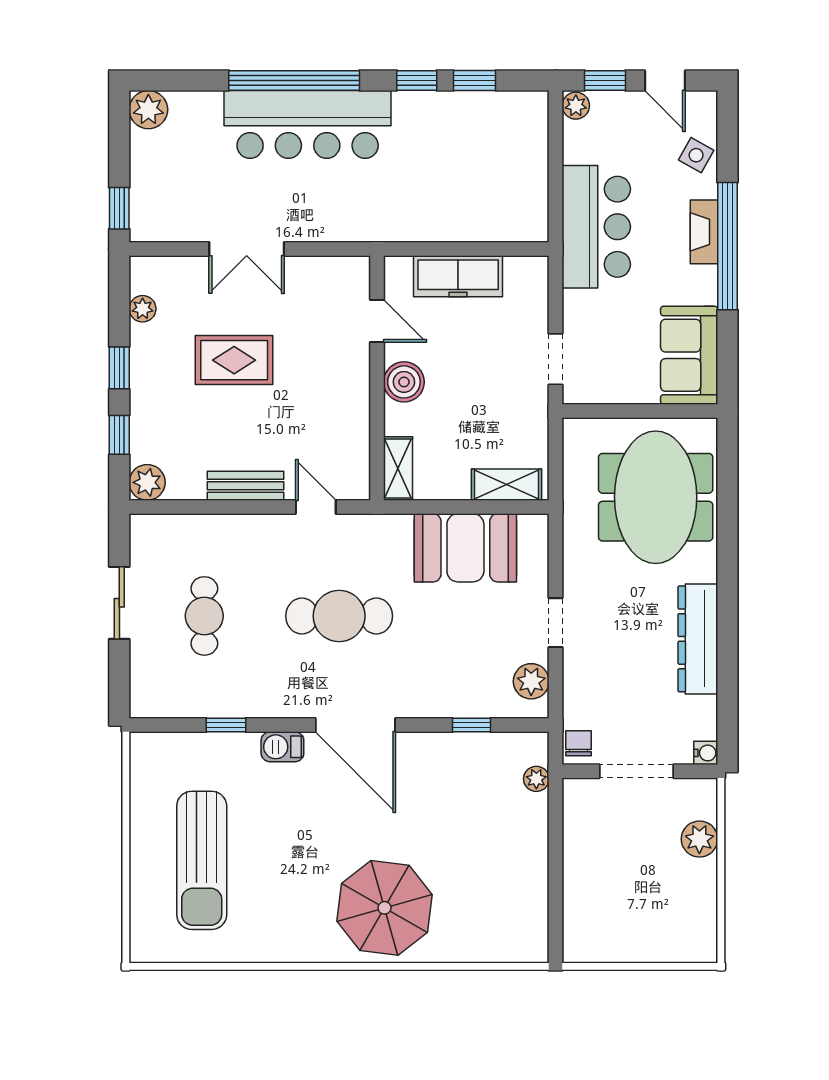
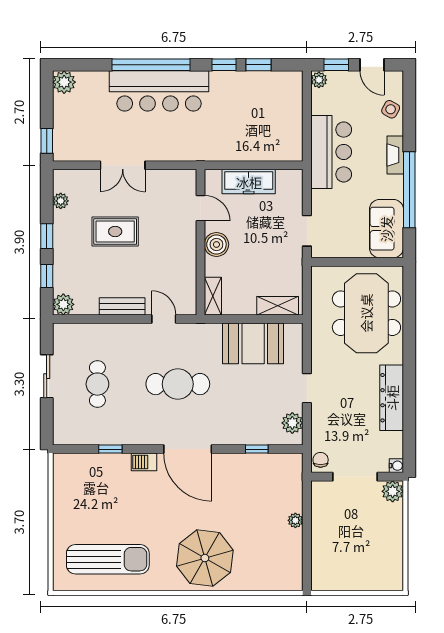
window: (727, 246) -> (409, 190), moved
plant: (536, 779) -> (295, 520), moved
plant: (699, 839) -> (393, 491), moved
sun lounger: (202, 860) -> (108, 559), moved, turned -90

